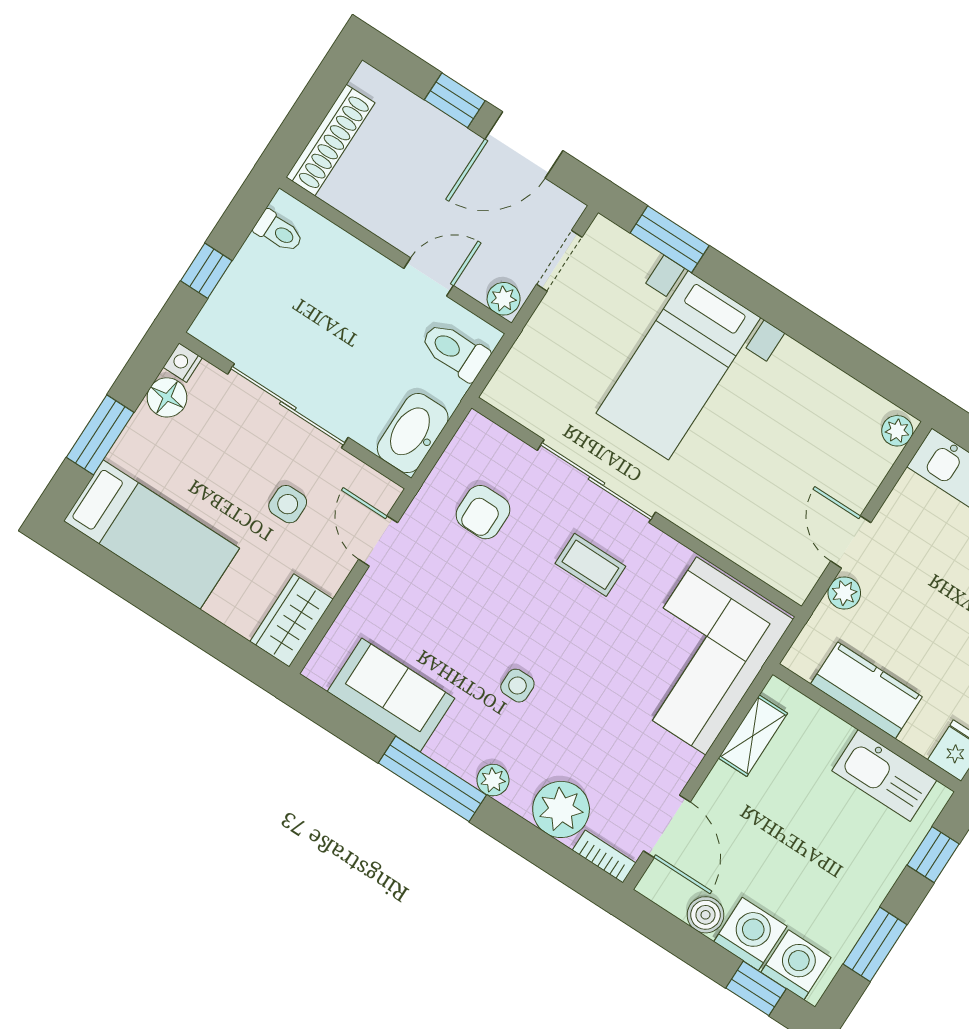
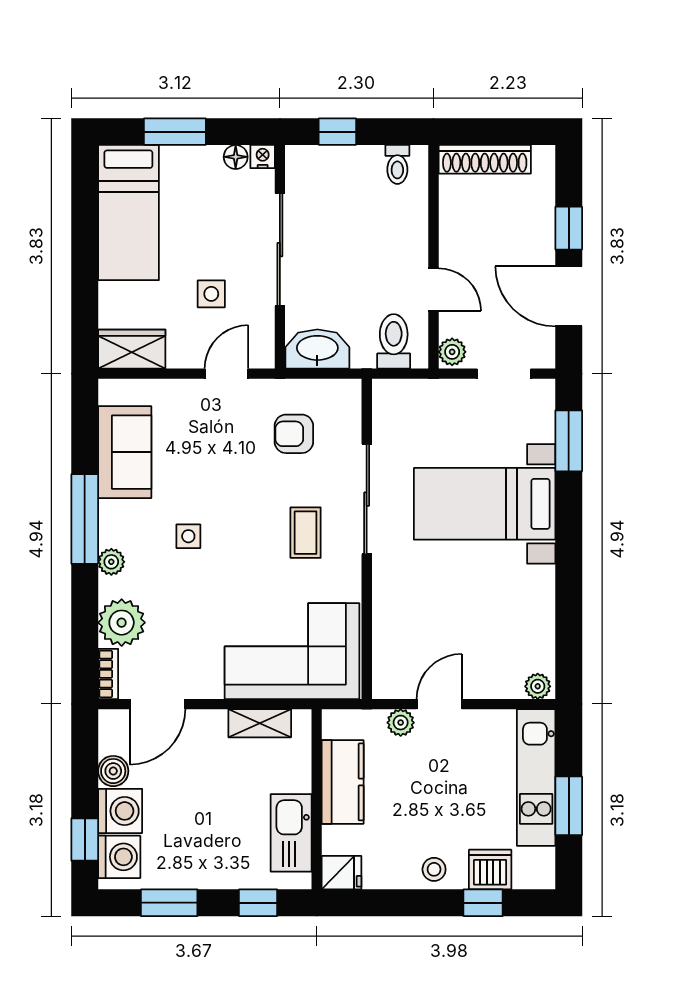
floor lamp: (167, 397) -> (236, 157), width x0.73, depth x0.73

